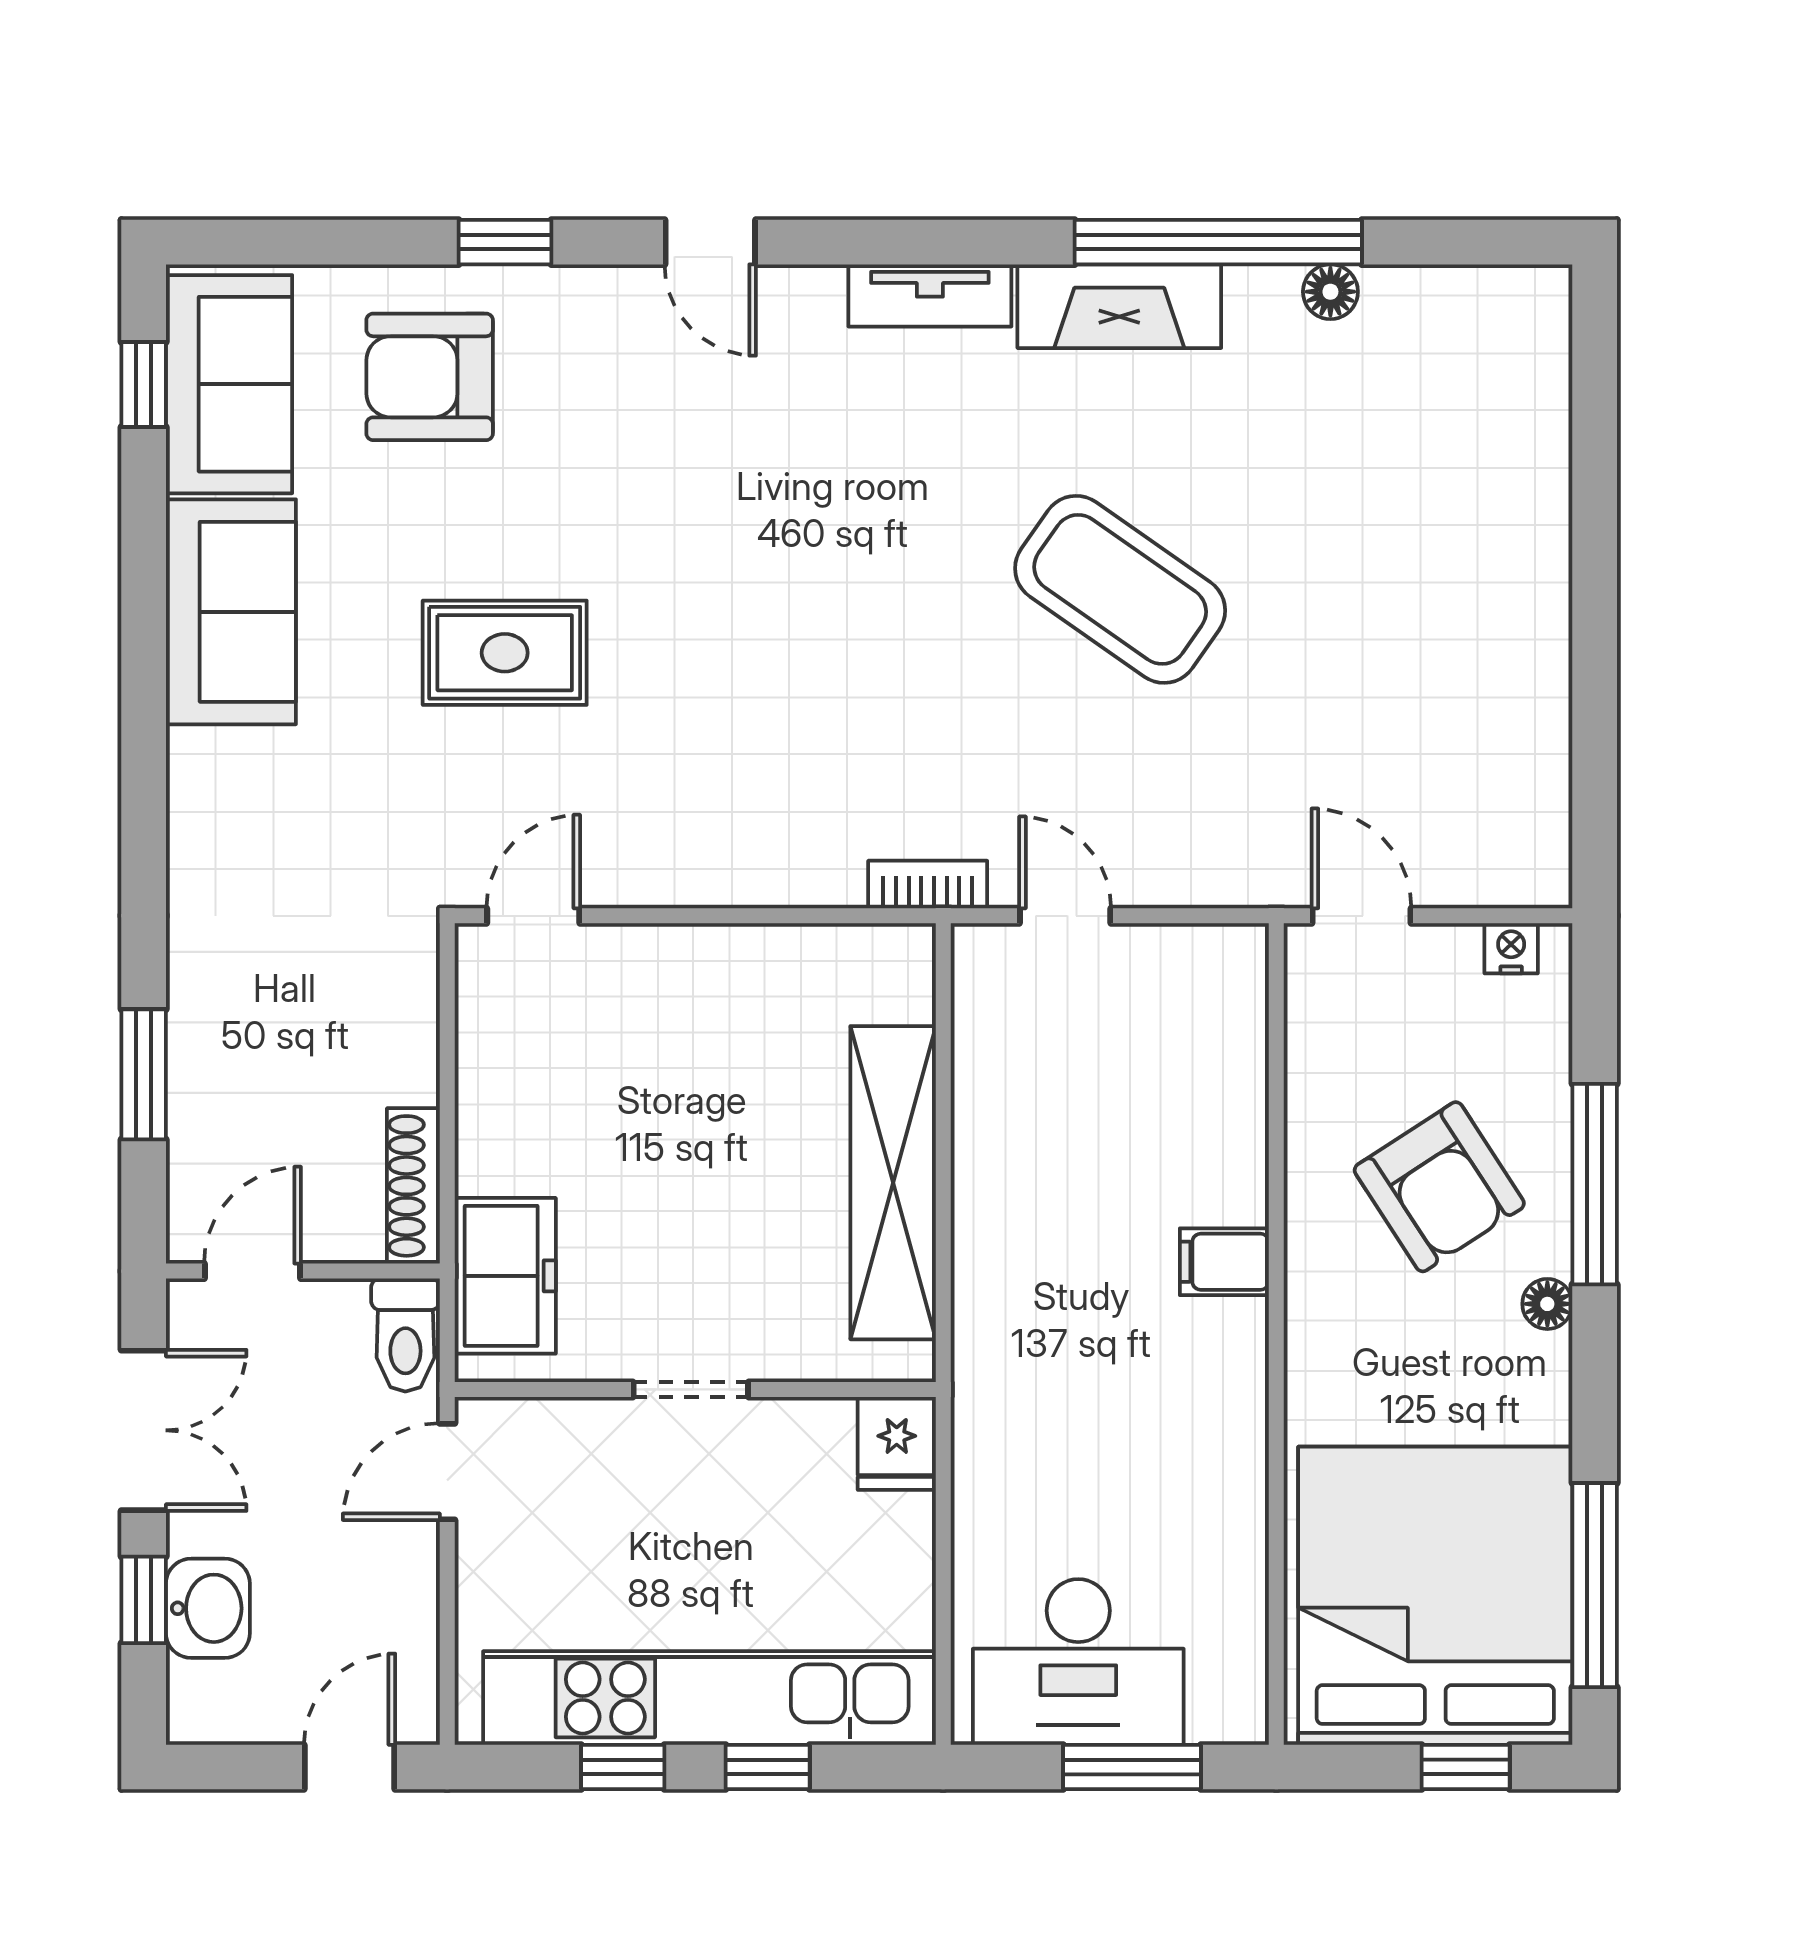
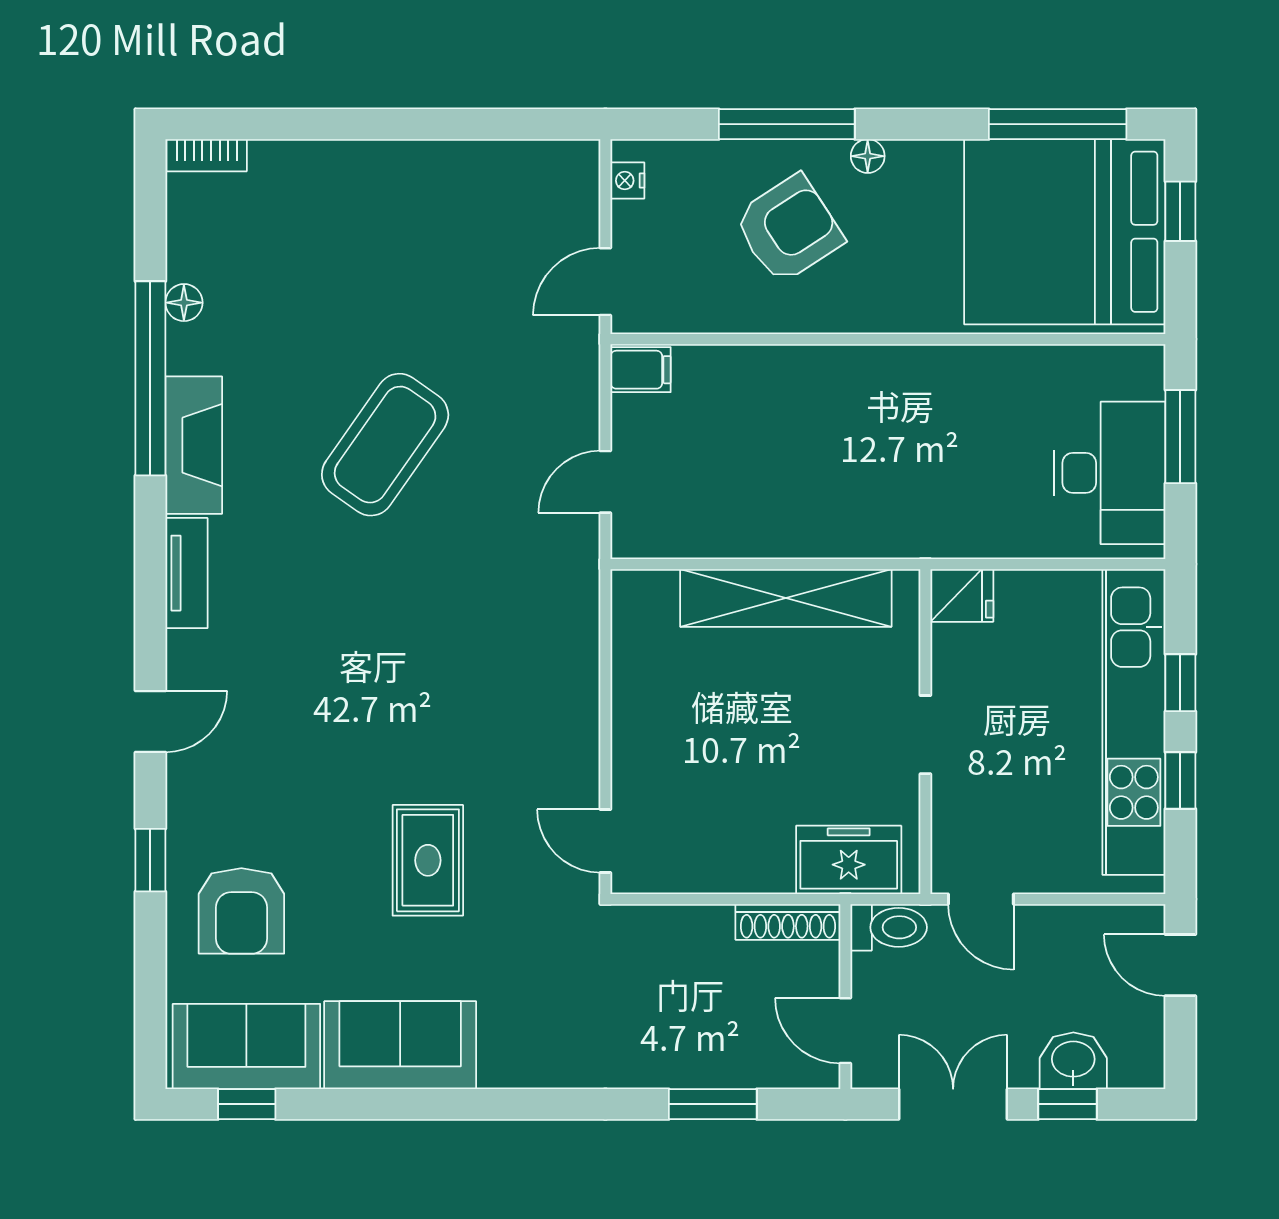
bookcase: (928, 884) -> (207, 155), moved, turned -90
filing cabinet: (1224, 1262) -> (641, 370), moved, turned -90

